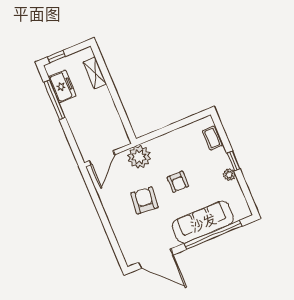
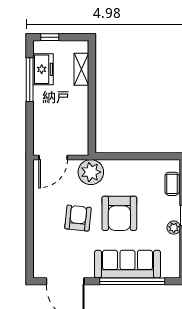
armchair: (178, 182) -> (119, 213), width x1.88, depth x1.88

